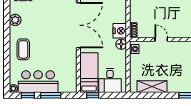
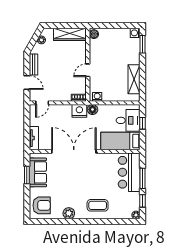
bar counter: (38, 82) -> (129, 172), moved
window: (93, 95) -> (142, 123), moved

